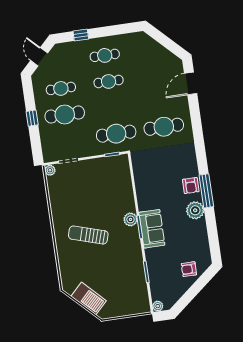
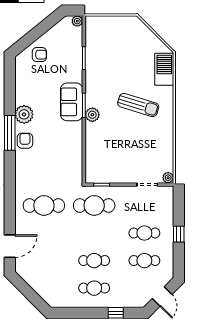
cafe table: (65, 115) -> (144, 233), width x0.73, depth x0.74
barbecue: (89, 298) -> (164, 69), moved, turned 45

